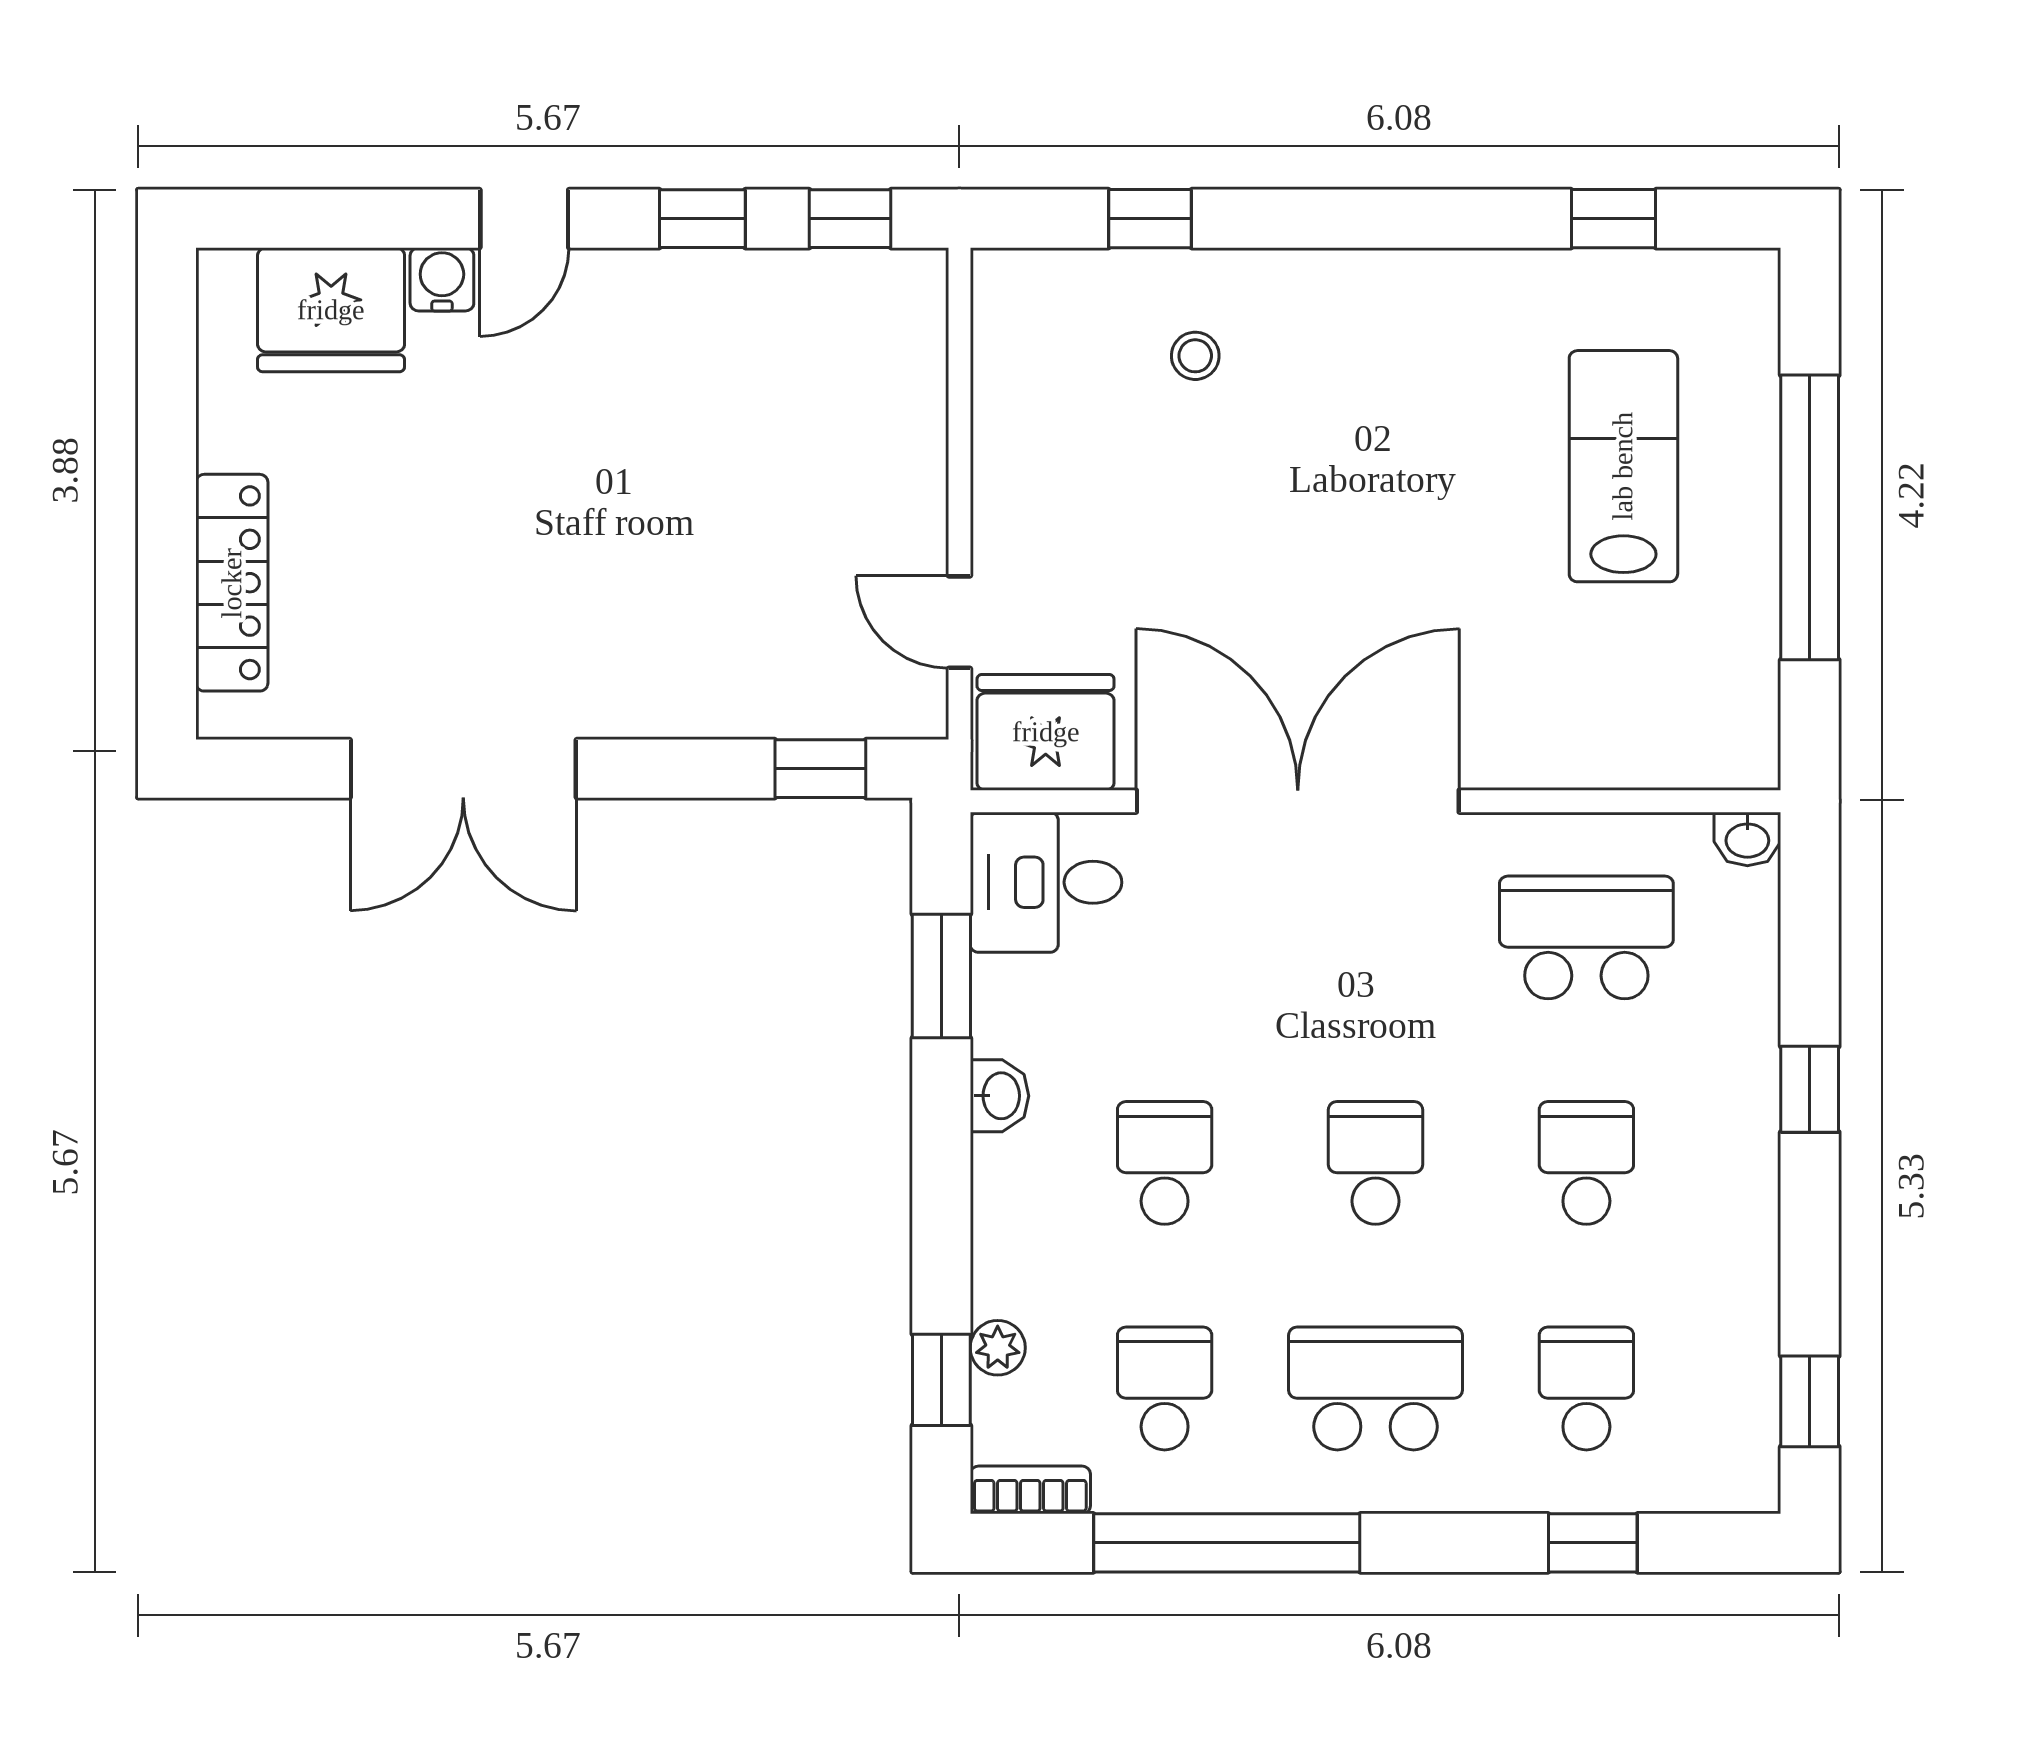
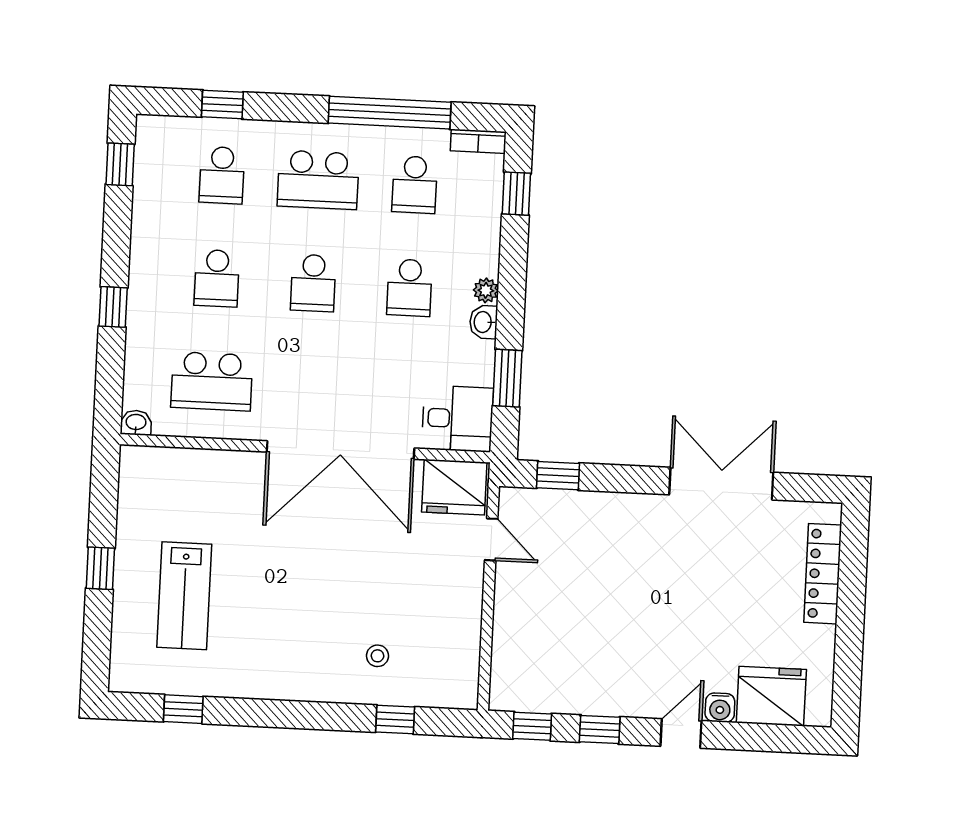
window: (1810, 517) -> (100, 568), width x0.32
plant: (998, 1348) -> (486, 290), moved

